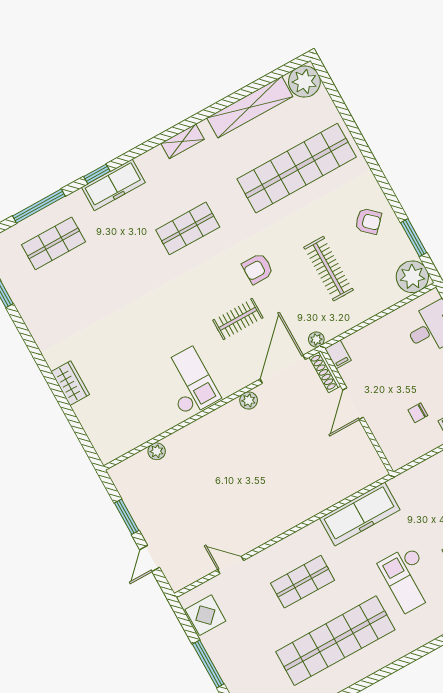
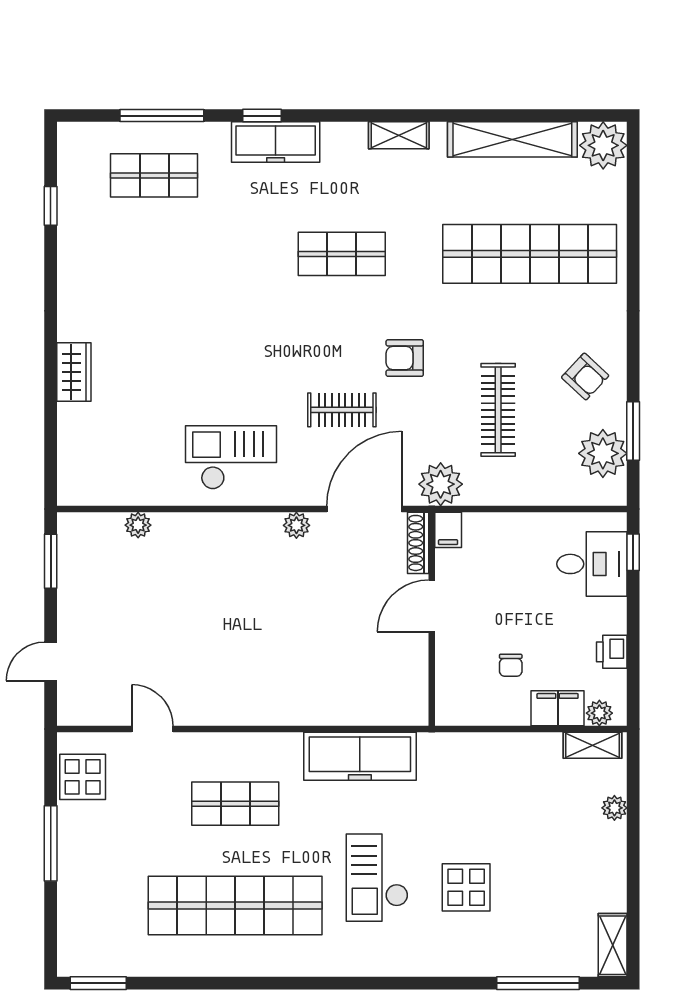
plant: (412, 277) -> (603, 453), moved
plant: (316, 339) -> (441, 484), width x1.88, depth x1.88
checkout: (189, 382) -> (231, 457), turned -90
chair: (418, 413) -> (511, 665), turned -90
window: (127, 517) -> (51, 561), moved

